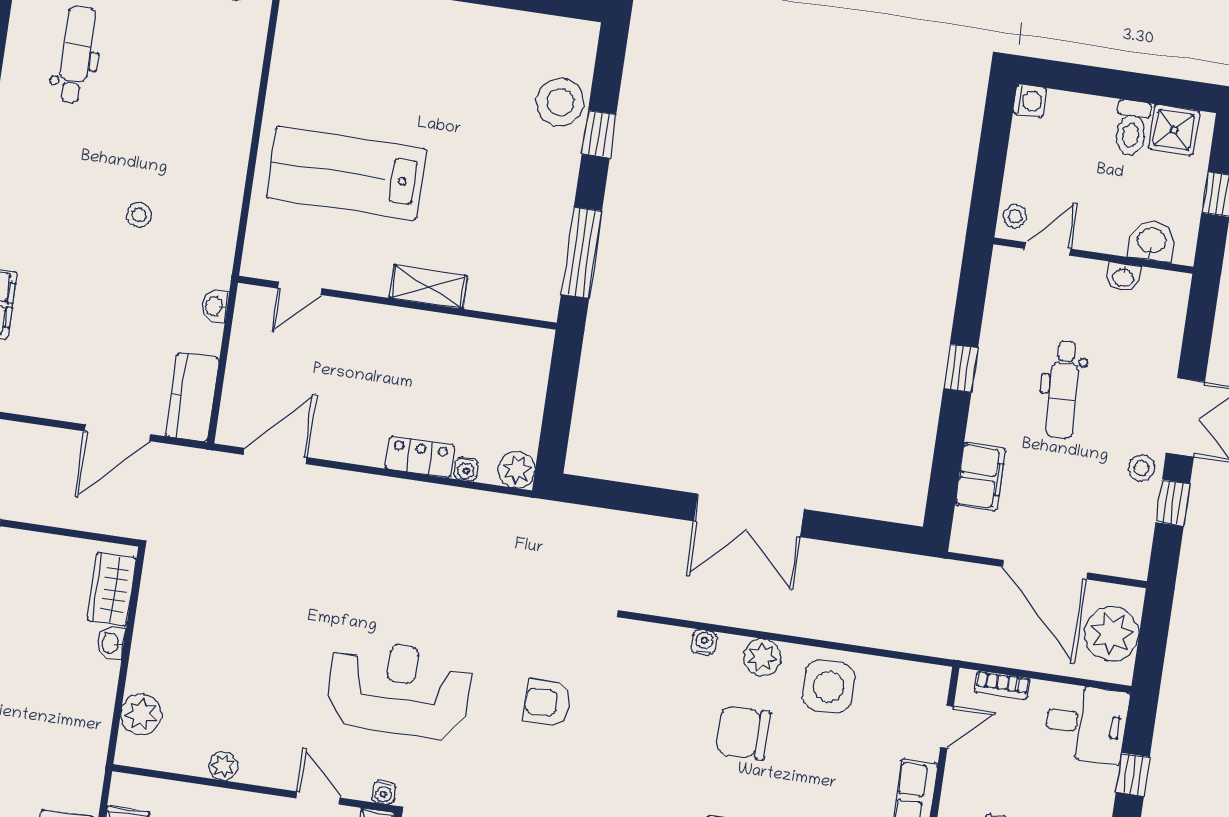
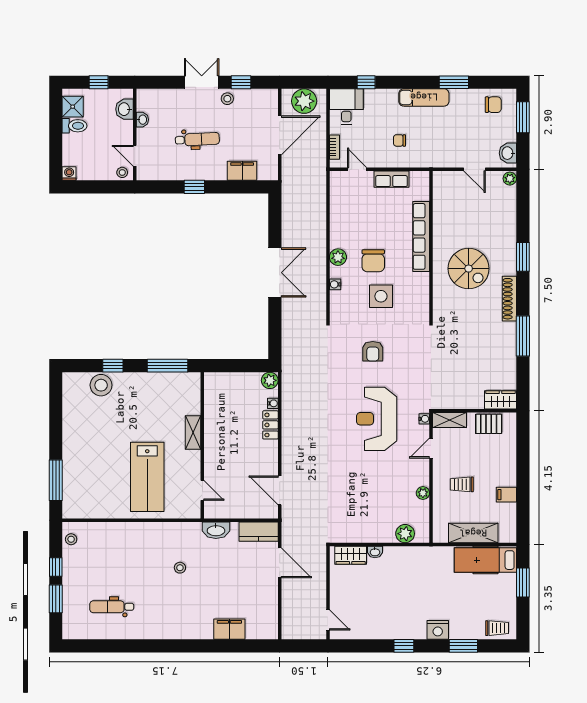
washbasin: (215, 306) -> (216, 530), width x1.91, depth x1.45
side table: (828, 687) -> (381, 296), moved

